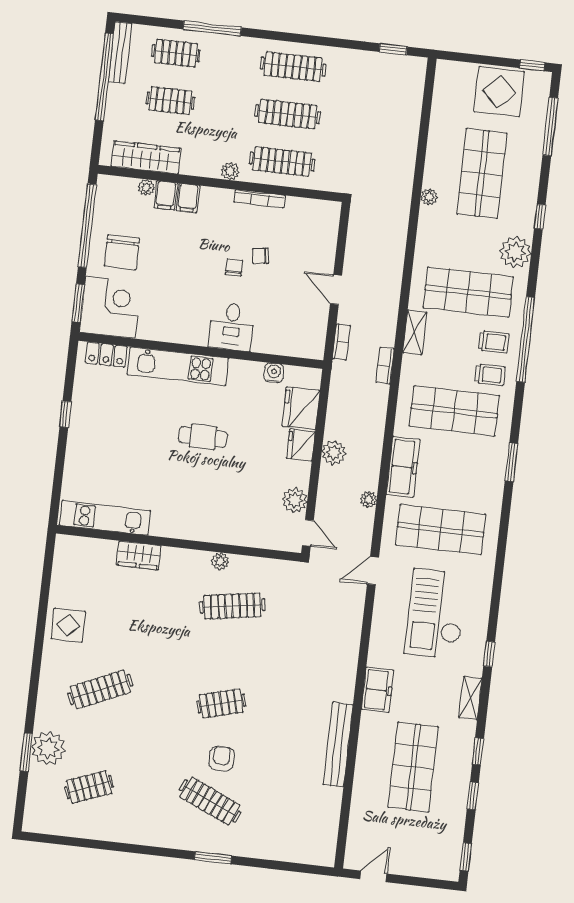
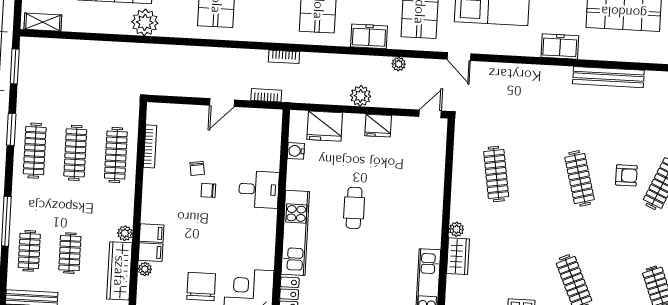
window: (320, 41) -> (11, 129), added
window: (393, 49) -> (15, 66), width x1.50
plant: (230, 171) -> (125, 233), moved
plant: (429, 197) -> (145, 22), width x1.88, depth x1.88
bookcase: (260, 199) -> (150, 146), moved
chair: (122, 252) -> (201, 287), turned -90
shelving: (415, 332) -> (43, 22), moved
fridge: (301, 445) -> (378, 126), moved
freezer: (403, 467) -> (369, 36), width x0.71
plant: (295, 500) -> (403, 127), removed
plant: (220, 561) -> (456, 229), moved
clothes rail: (221, 704) -> (580, 178), width x1.36
armchair: (222, 759) -> (626, 175), turned 180

